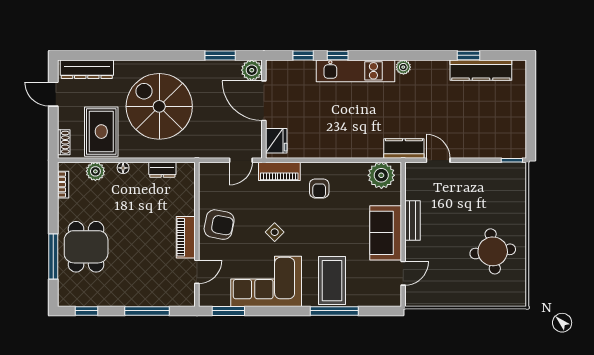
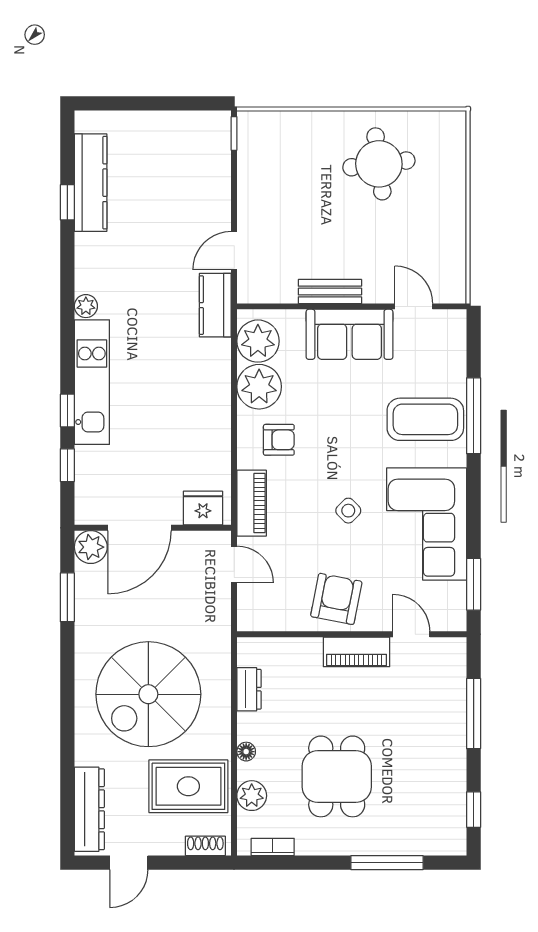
plant: (353, 176) -> (259, 387), added
dining table: (86, 247) -> (337, 776), moved, turned 90

